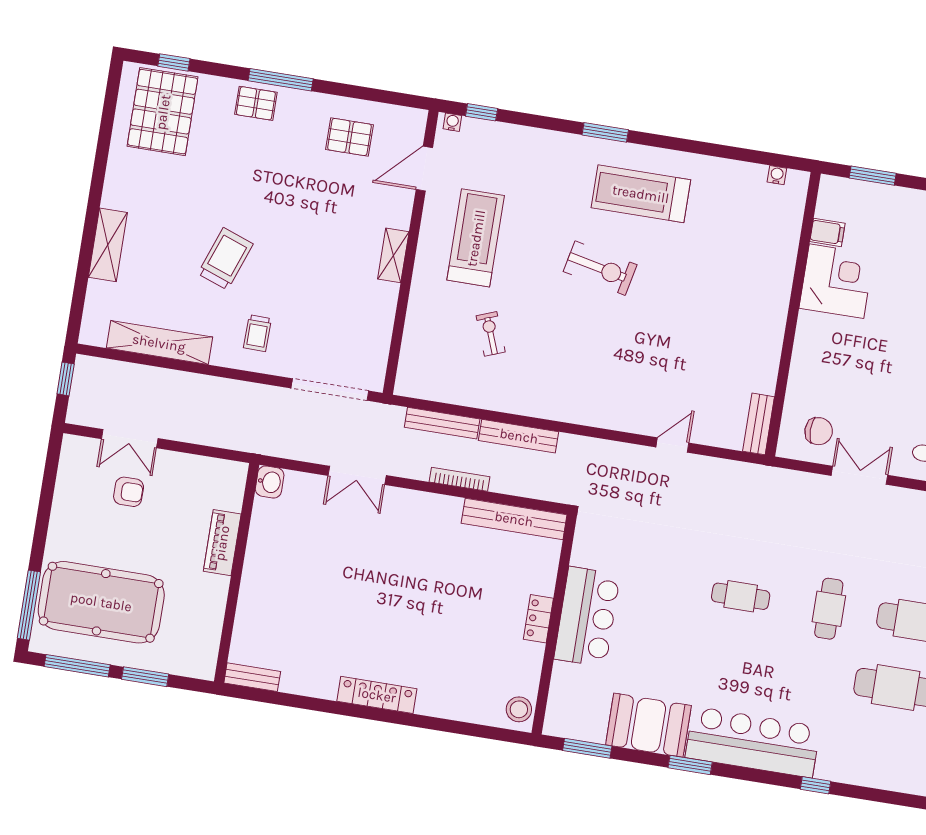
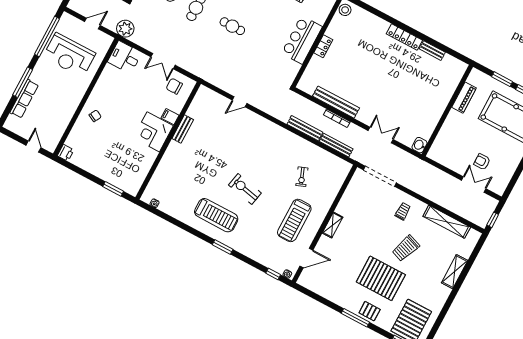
pallet: (349, 137) -> (381, 278), moved, width x2.05, depth x2.00
filing cabinet: (827, 232) -> (170, 117), moved
corner desk: (836, 281) -> (153, 132), moved
bench: (759, 424) -> (183, 129), moved
bench: (514, 519) -> (336, 102), moved
piano: (222, 543) -> (464, 98), moved
bench: (252, 677) -> (432, 51), moved

